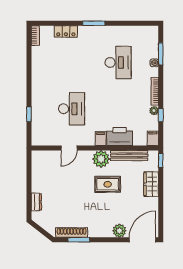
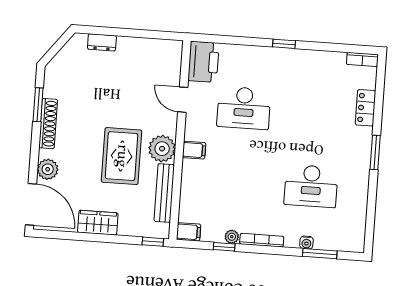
window: (29, 114) -> (284, 44), moved
printer: (120, 136) -> (204, 62), moved
rug: (108, 184) -> (122, 156), width x1.36, depth x1.43
wardrobe: (151, 184) -> (98, 223), moved
shoe rack: (72, 232) -> (48, 124), moved

